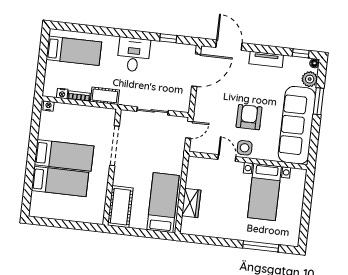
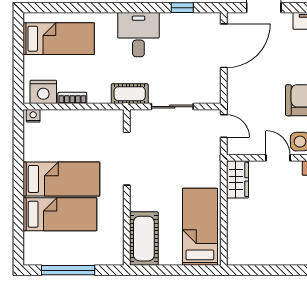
nightstand: (62, 94) -> (43, 92), width x1.89, depth x1.79
cot: (105, 96) -> (130, 94), moved
door: (189, 130) -> (224, 126), hinge flipped
wardrobe: (191, 203) -> (237, 179), moved
window: (61, 224) -> (68, 270), added

